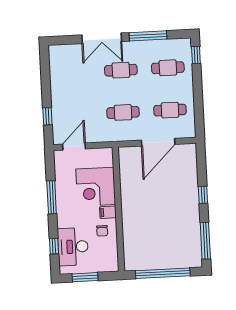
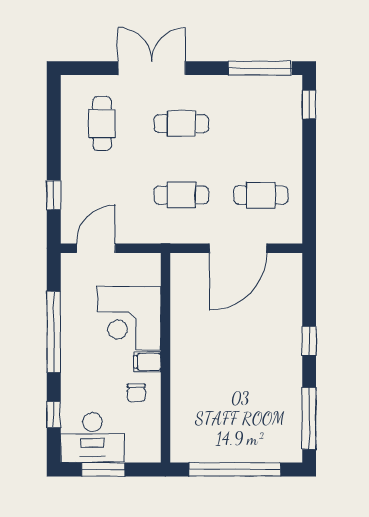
window: (148, 36) -> (260, 68), moved
double door: (102, 38) -> (152, 68), swing flipped
cafe table: (168, 68) -> (102, 124), moved, turned 90
window: (52, 197) -> (54, 332), width x1.46
desk: (73, 247) -> (92, 438), moved, turned -90

